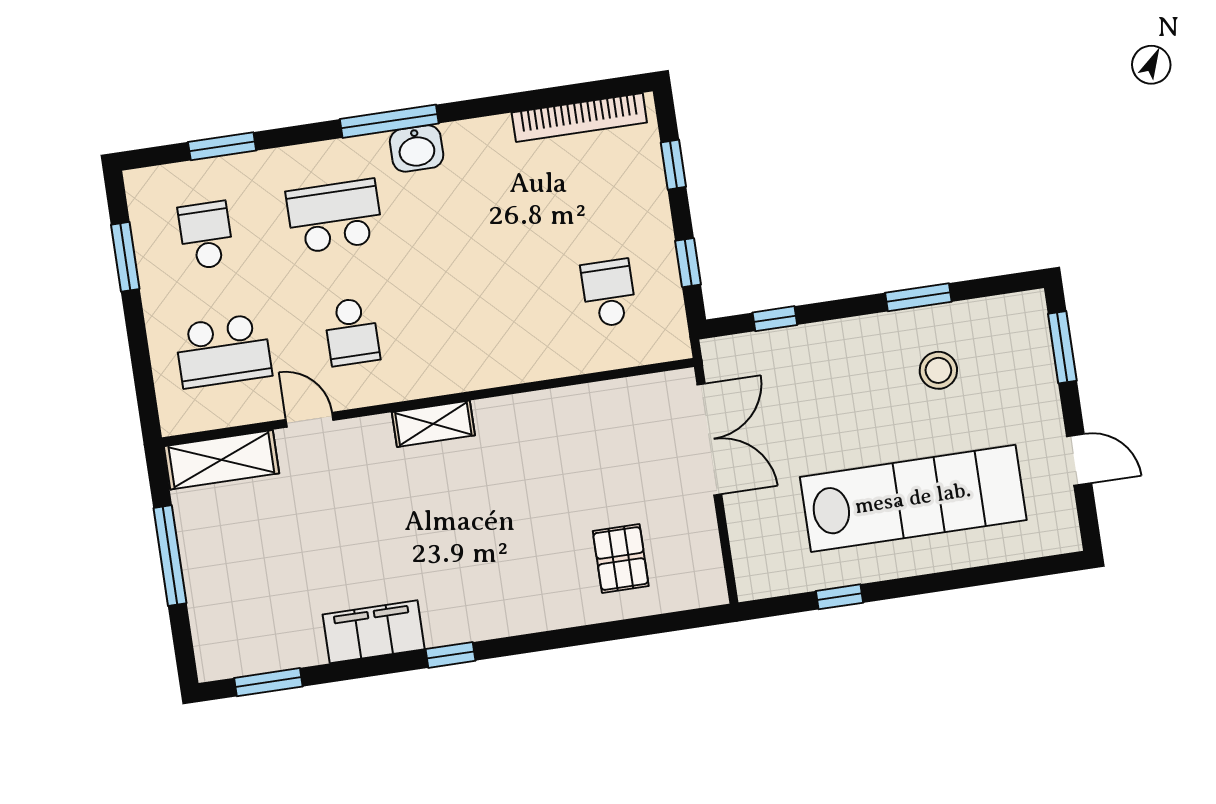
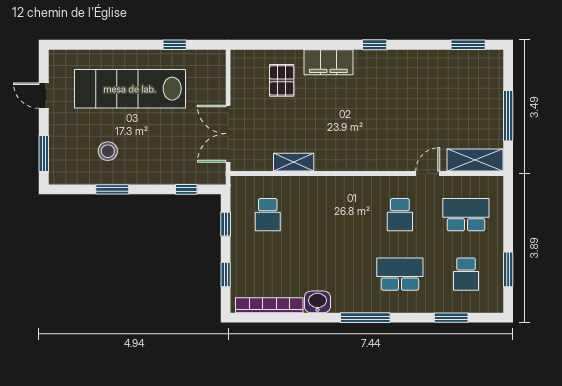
washbasin: (417, 149) -> (317, 302), moved
school desk: (334, 216) -> (400, 274), turned 180
school desk: (352, 332) -> (400, 215), turned 180
door: (310, 420) -> (428, 174), swing flipped
shelving: (433, 424) -> (294, 162), moved
filing cabinet: (374, 632) -> (328, 62), moved

